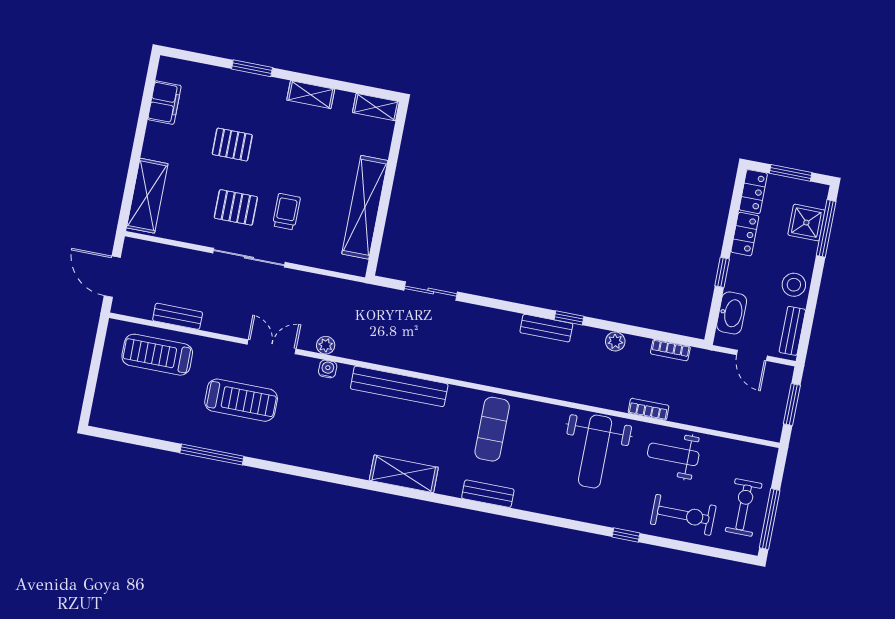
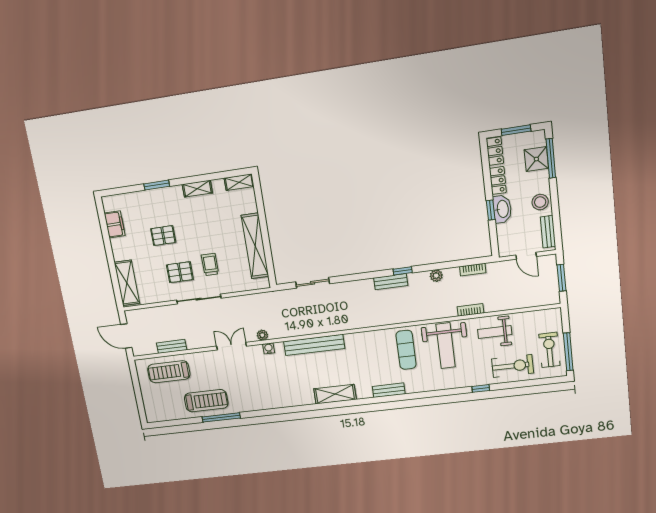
washbasin: (732, 313) -> (502, 209), moved
treadmill: (241, 400) -> (206, 401), moved
exercise mat: (492, 429) -> (406, 350), moved

